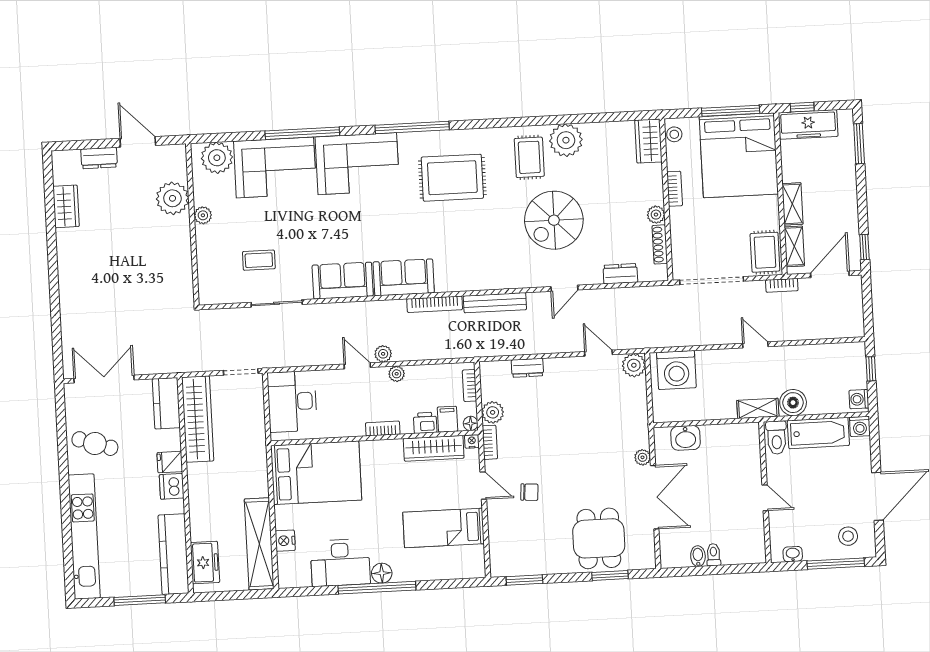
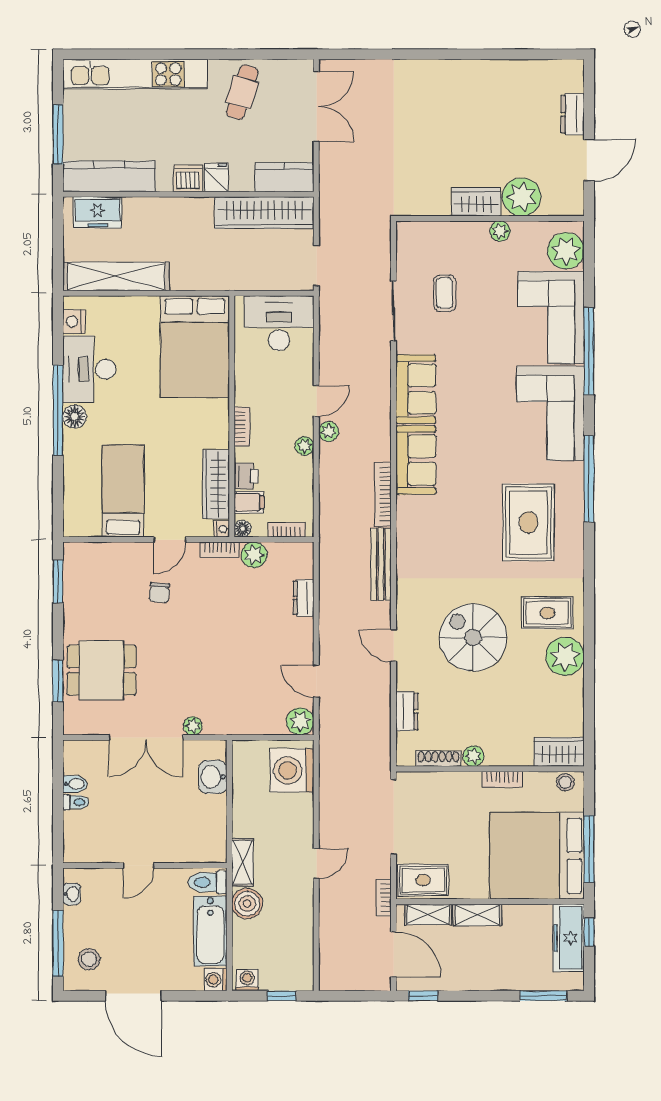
wardrobe: (66, 206) -> (476, 202), moved, turned 180
door: (599, 353) -> (316, 681), swing flipped
nightstand: (285, 541) -> (74, 322), moved, turned -90

